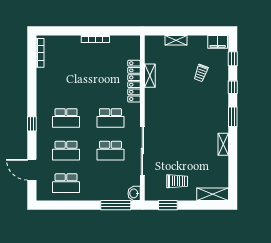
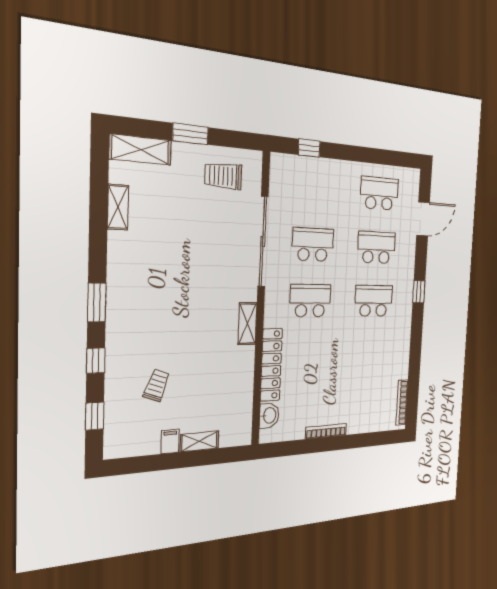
filing cabinet: (218, 42) -> (170, 441), moved, width x0.50
shelving: (150, 76) -> (247, 324), moved
shelving: (223, 144) -> (118, 207), moved
door: (32, 170) -> (423, 219), hinge flipped
trolley: (177, 181) -> (223, 176), moved
washbasin: (134, 193) -> (269, 416), moved
window: (116, 205) -> (309, 148), width x0.46
window: (168, 205) -> (190, 134), moved

